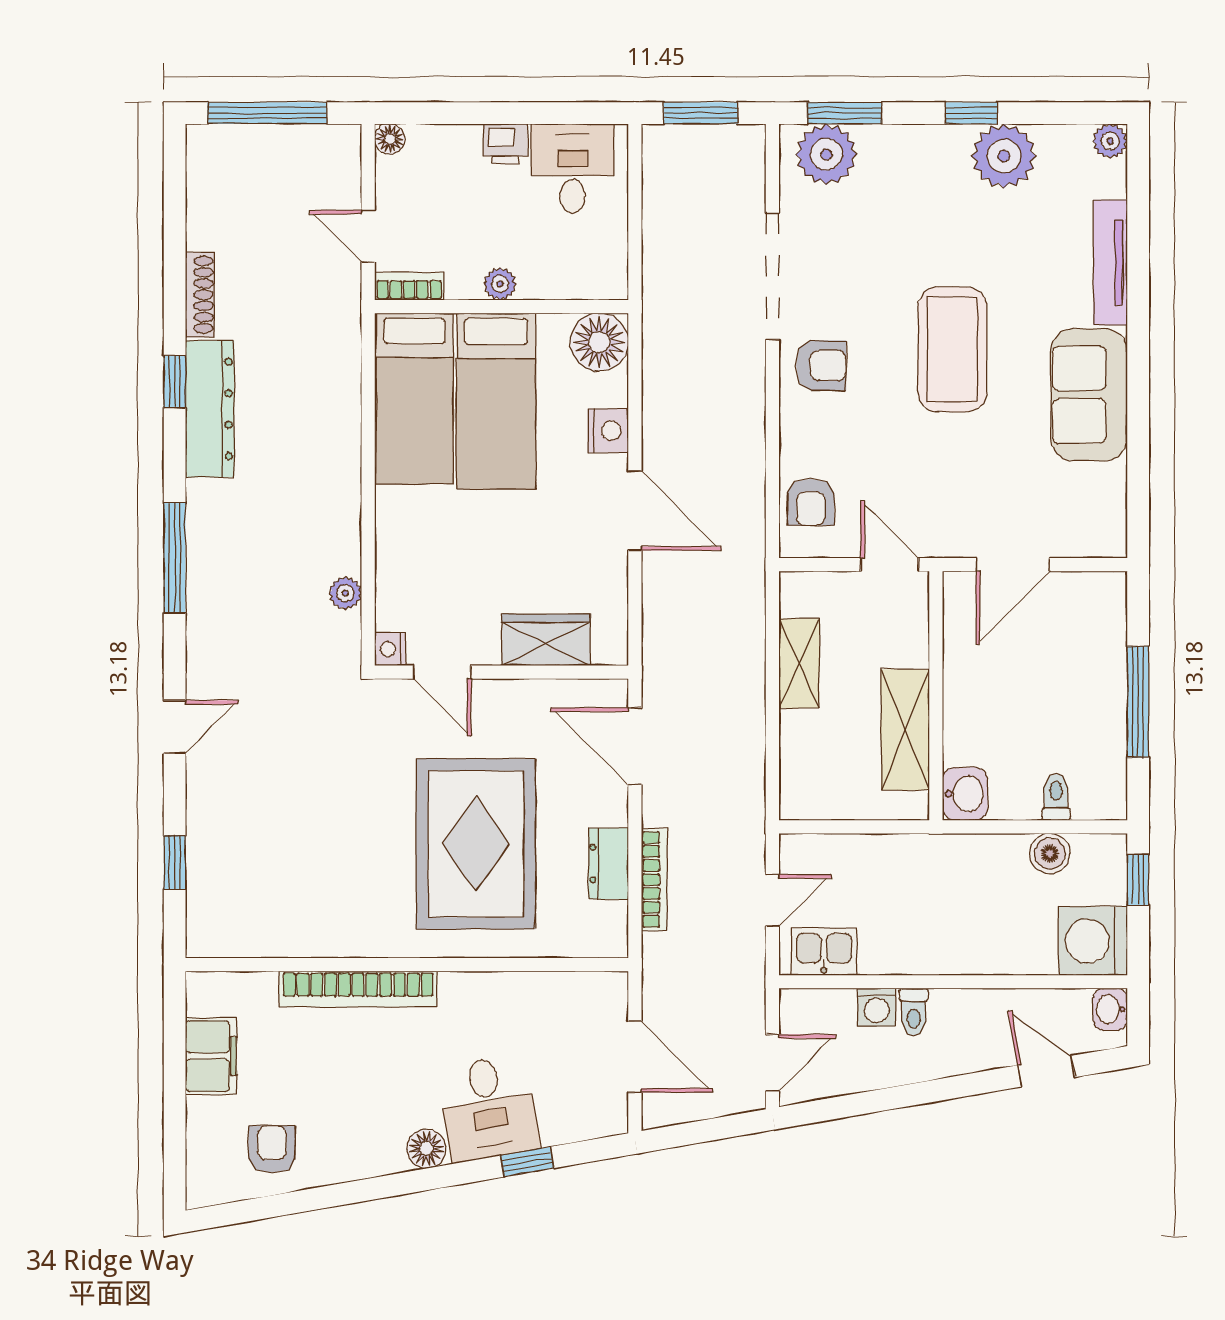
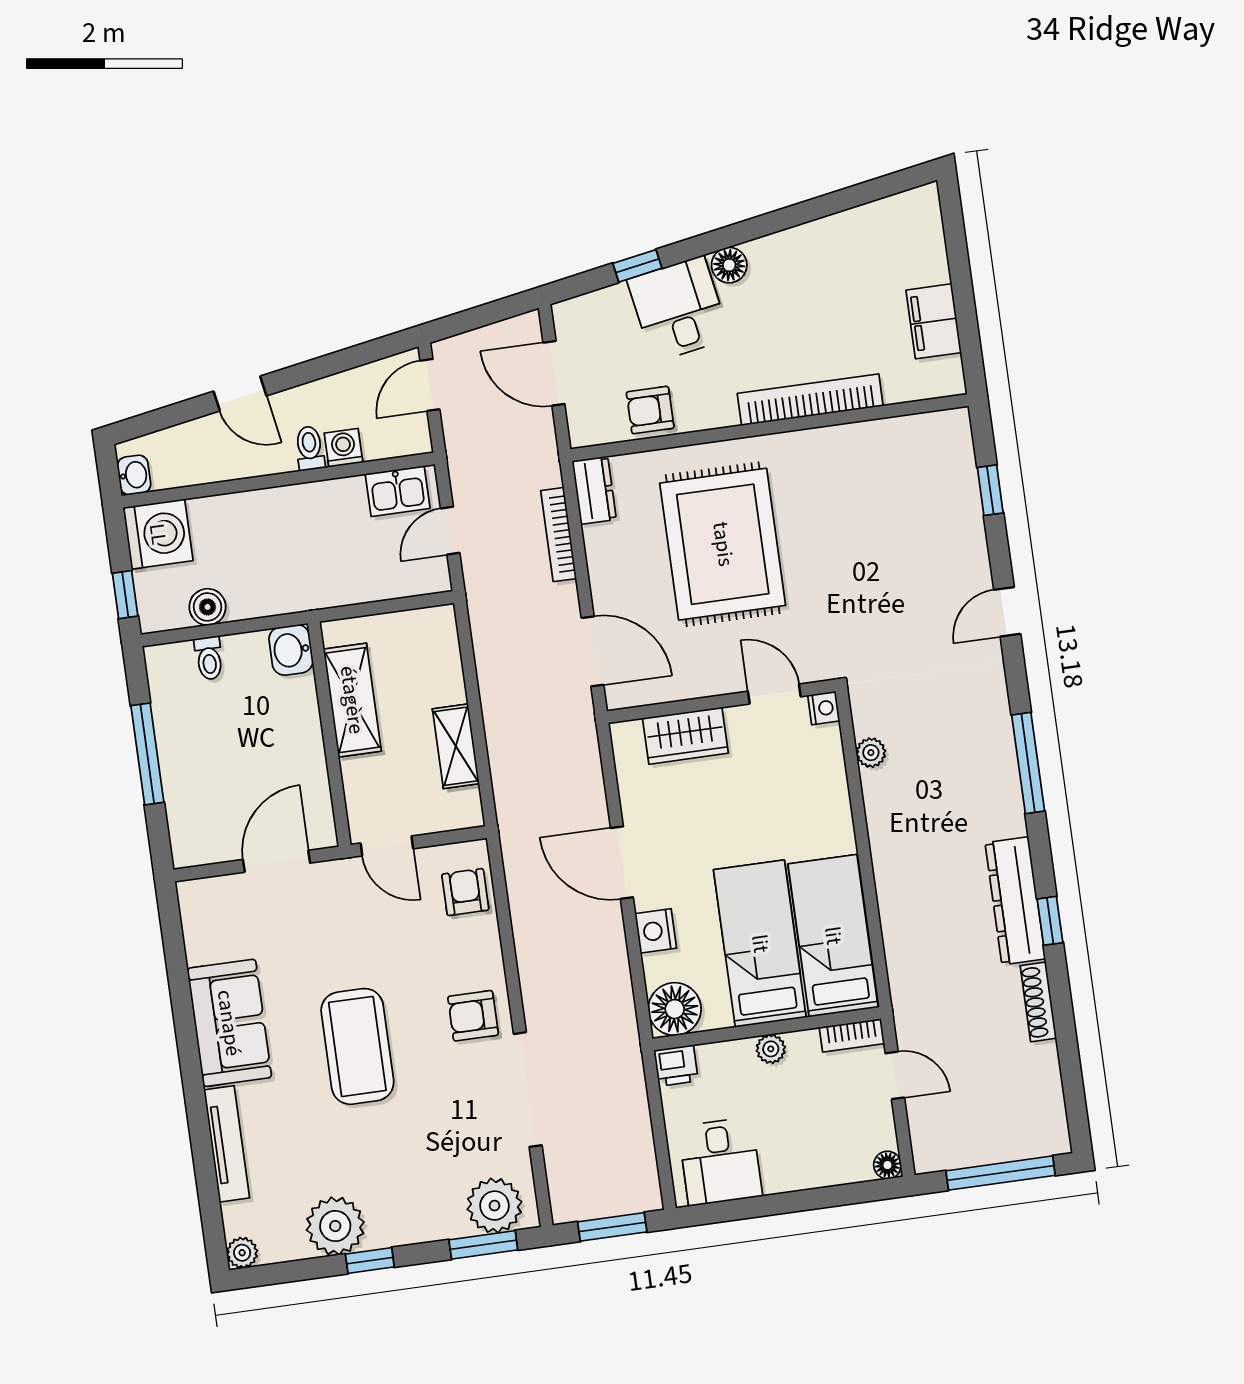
printer: (506, 144) -> (676, 1066), moved, turned 180
dresser: (608, 863) -> (594, 490), moved
door: (1046, 1071) -> (240, 393), moved
armchair: (272, 1149) -> (650, 410), moved, turned 90

